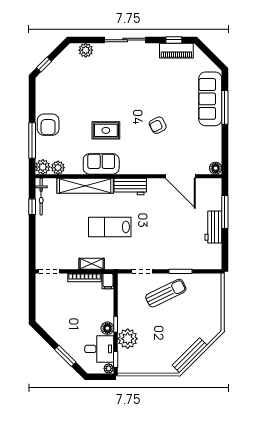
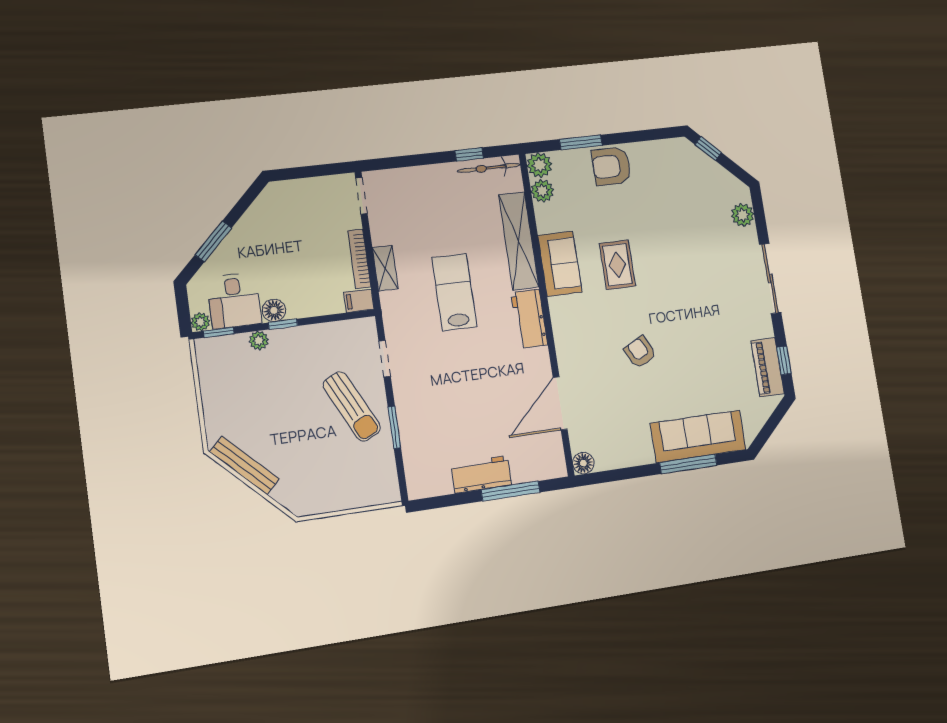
window: (32, 140) -> (581, 142), width x0.69
plant: (128, 339) -> (259, 340), width x0.53, depth x0.53

